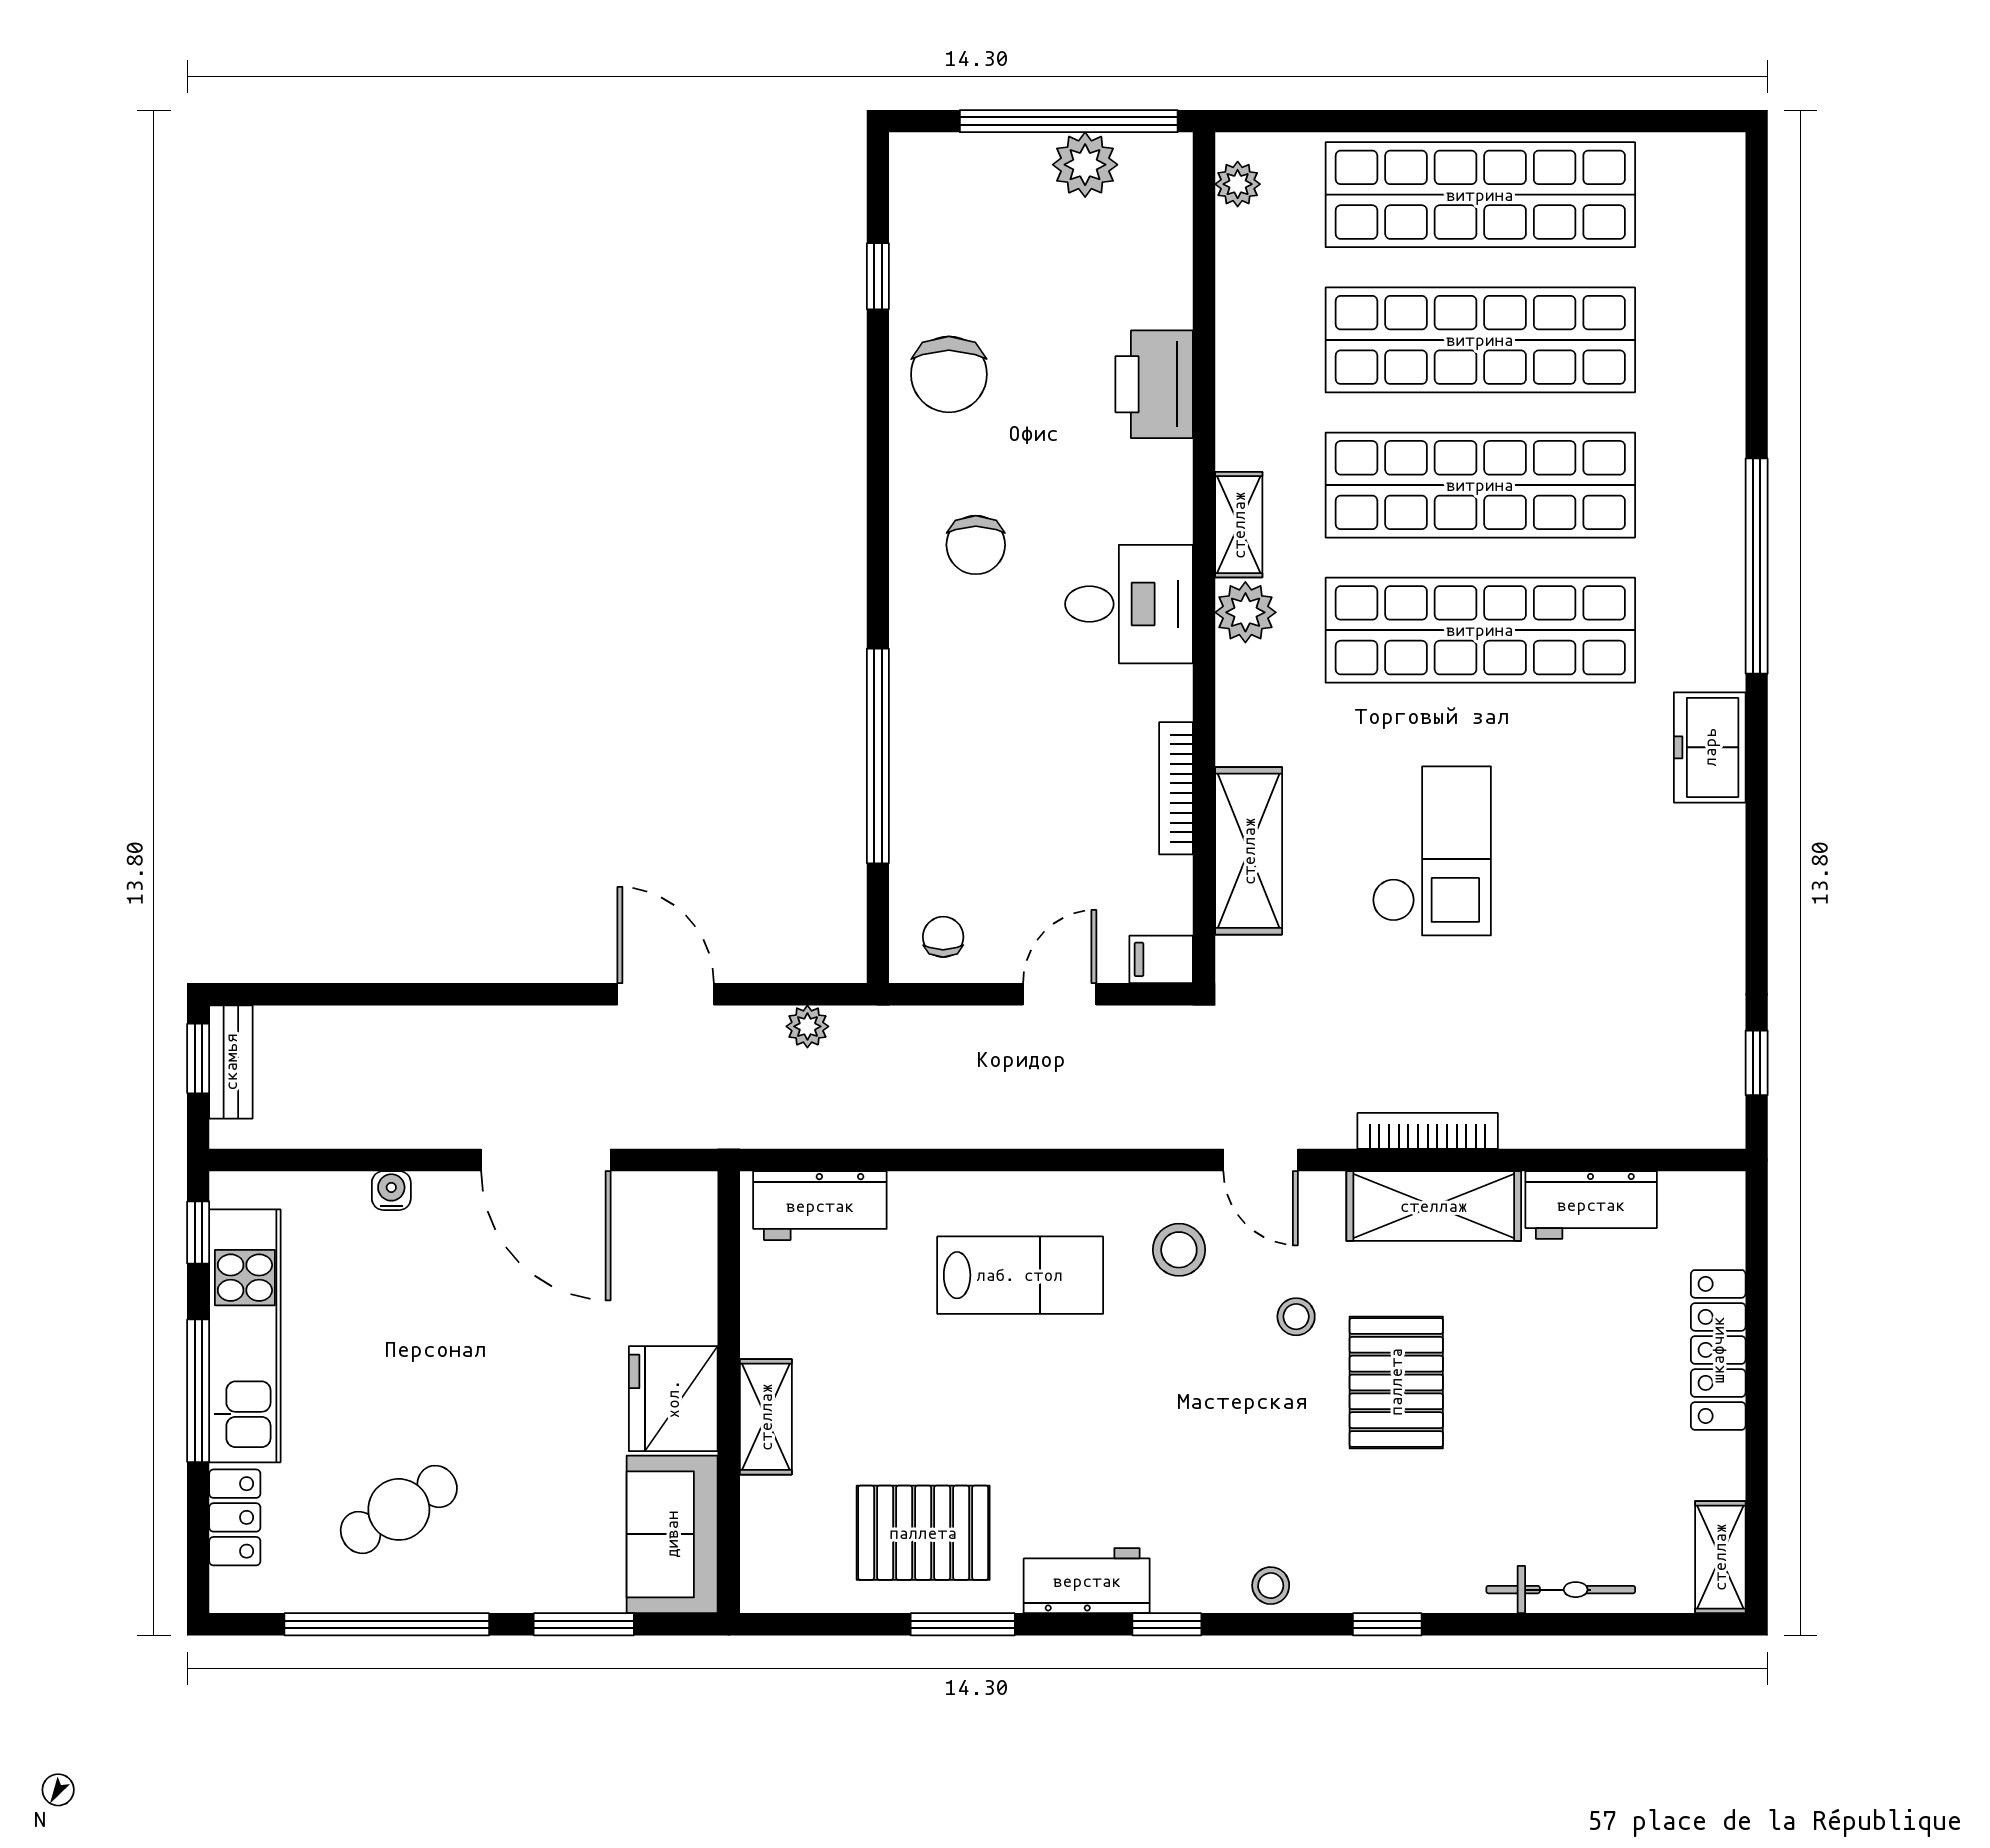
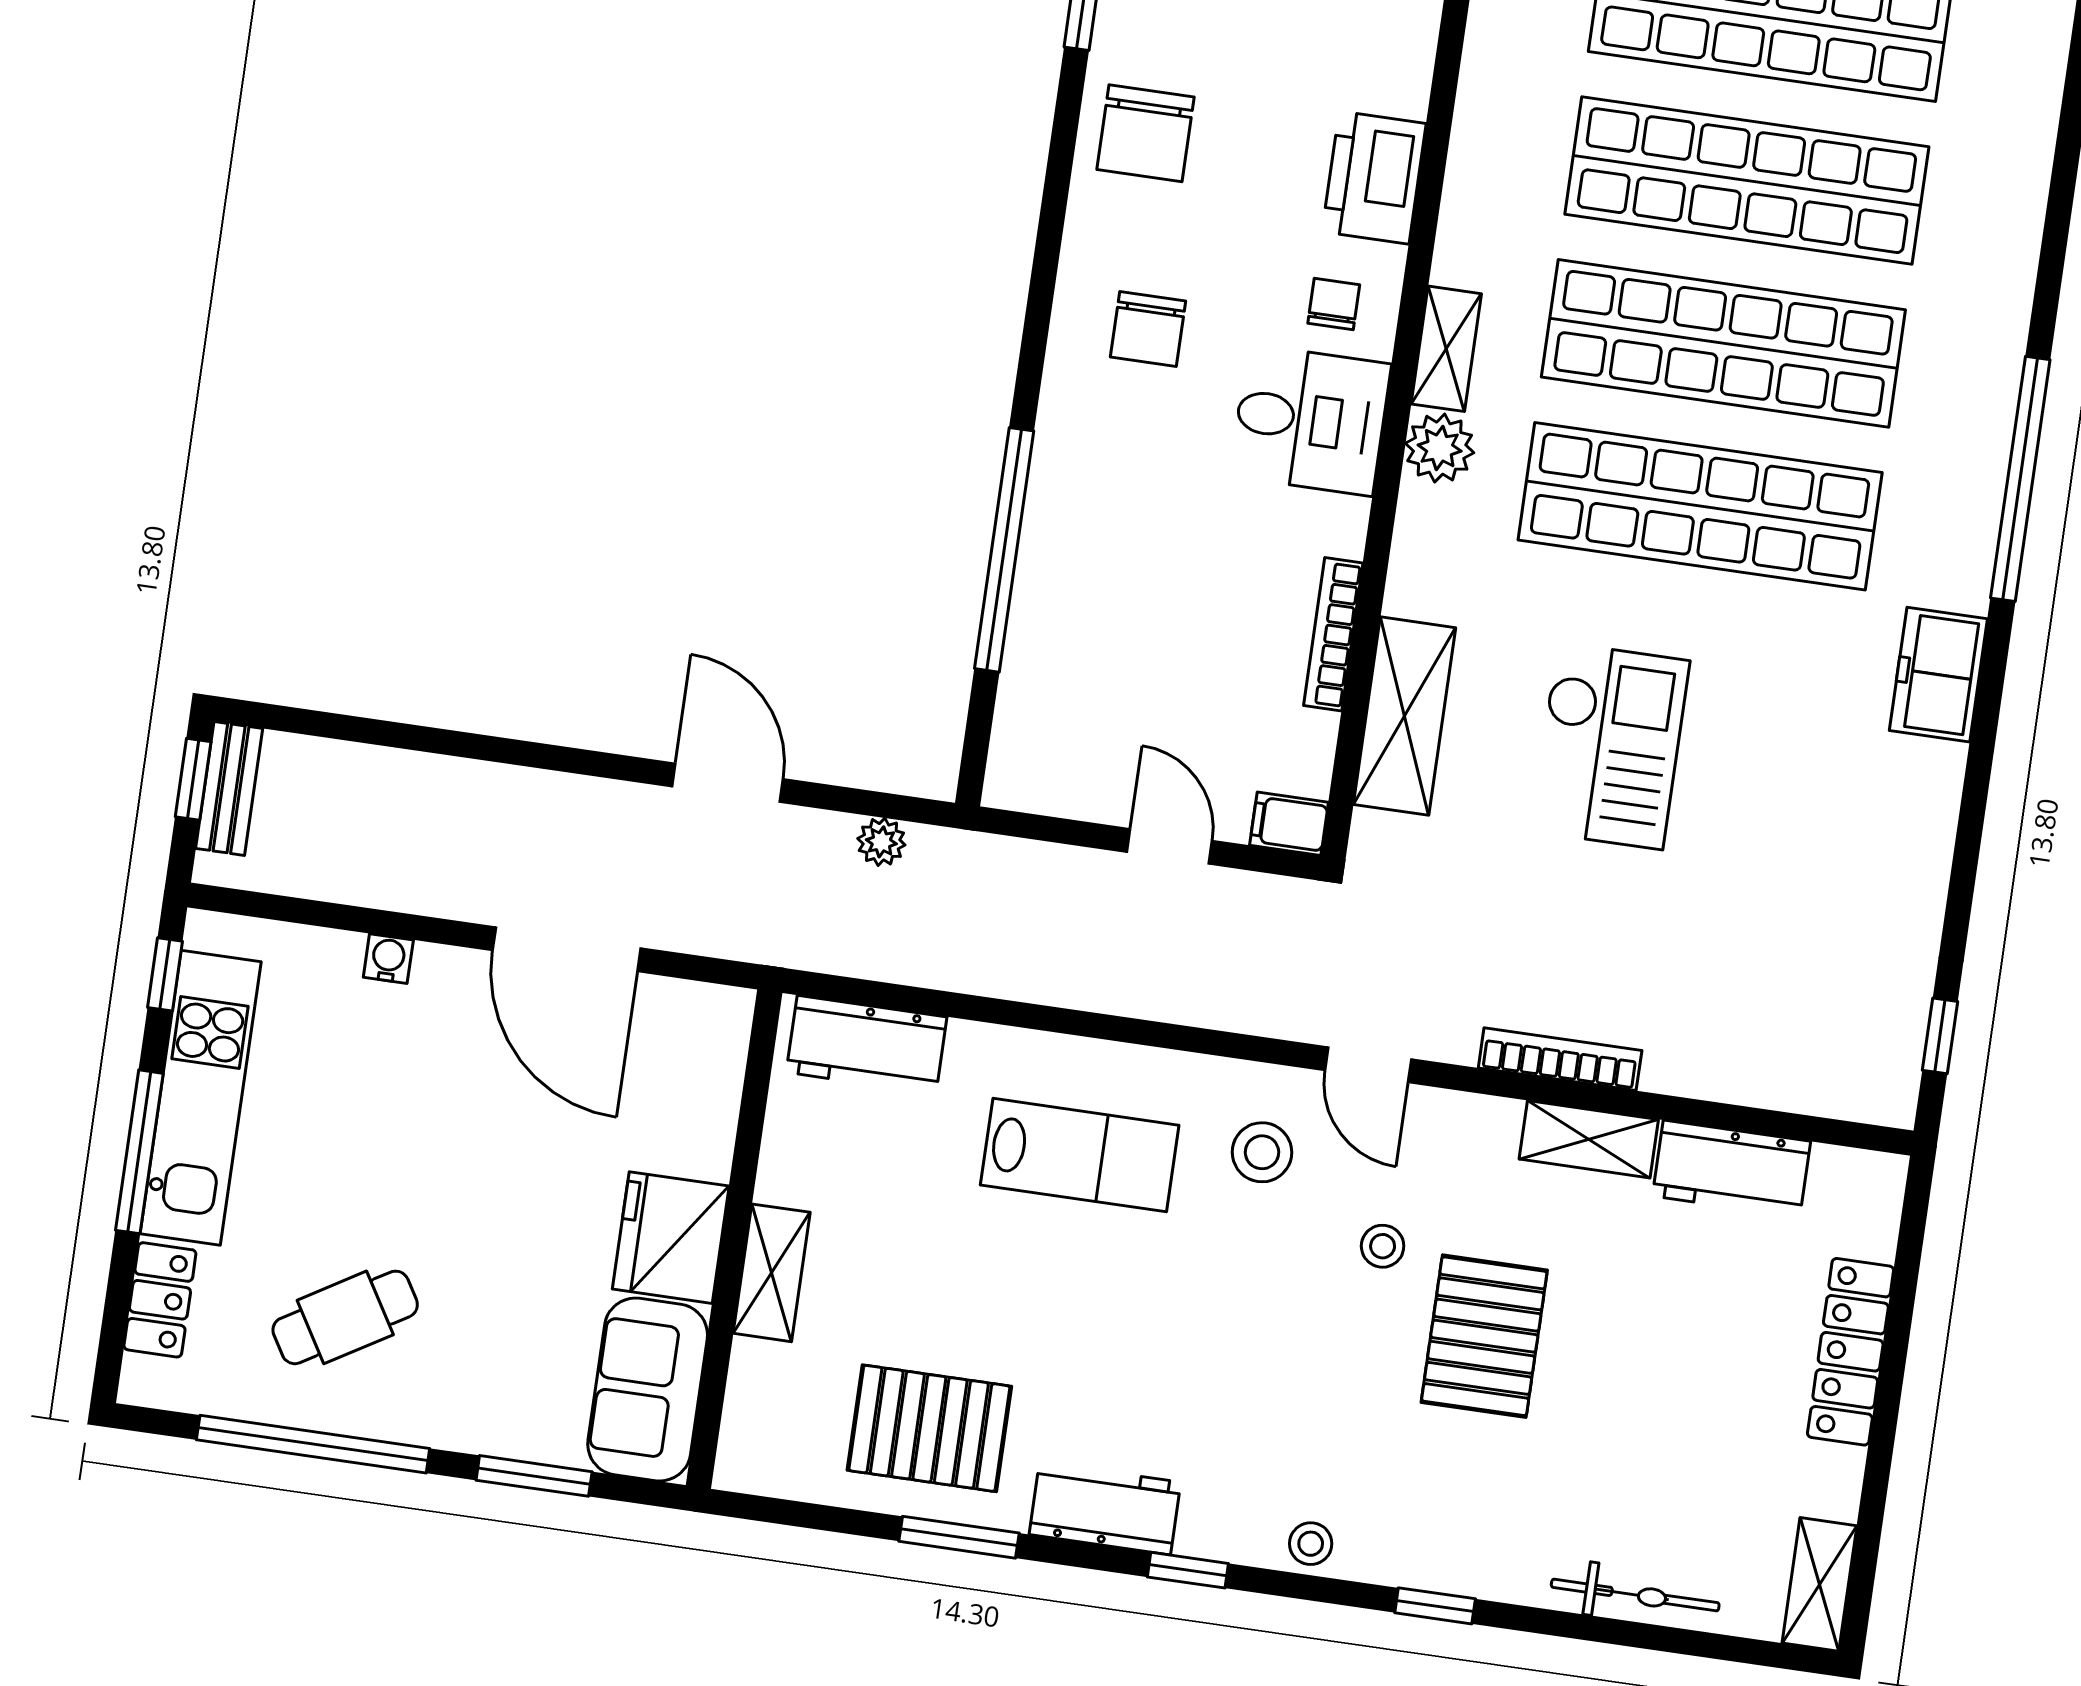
chair: (943, 937) -> (1334, 304), moved
door: (1060, 994) -> (1170, 846), hinge flipped
shelving: (1434, 1206) -> (1589, 1139), width x0.67, depth x0.75

